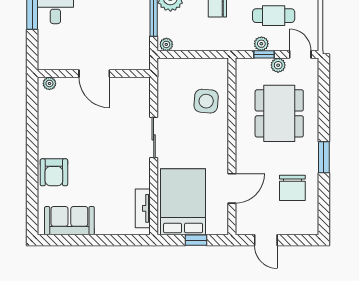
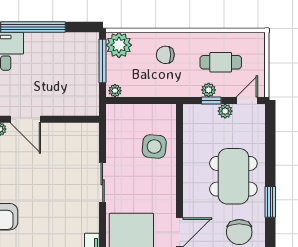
door: (300, 54) -> (247, 100), hinge flipped
door: (94, 73) -> (25, 119), moved
dining table: (279, 113) -> (233, 176), moved

